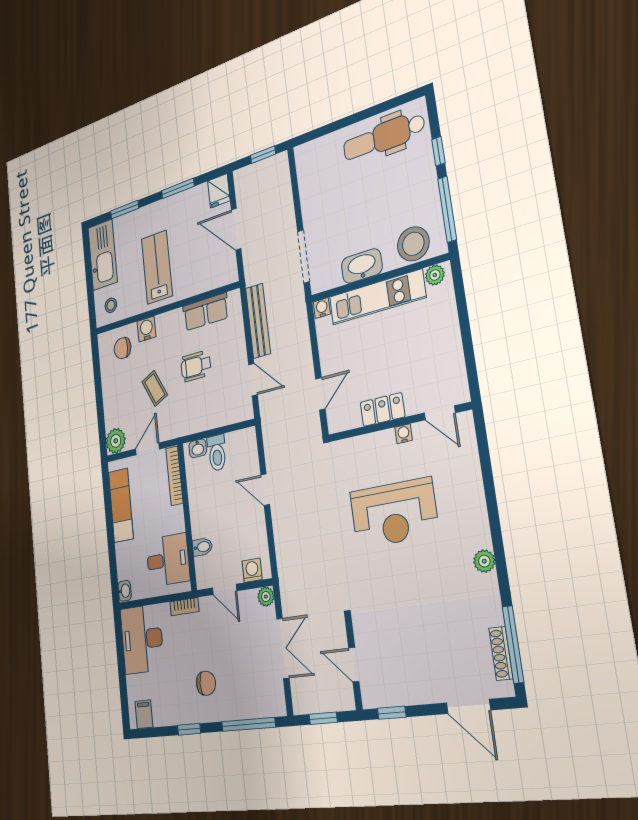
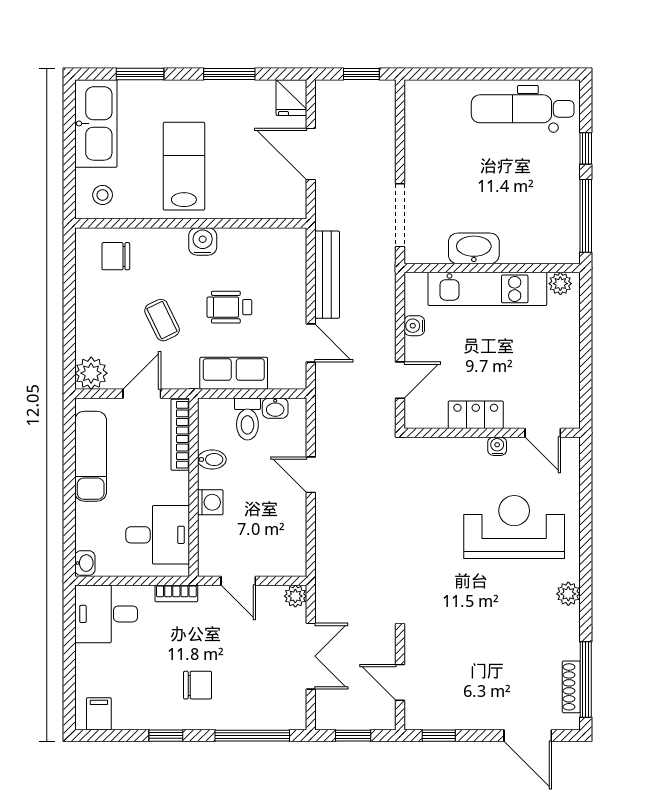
stool: (413, 244) -> (540, 242), removed
water cooler: (322, 308) -> (414, 326), moved, turned -90
row of seats: (206, 312) -> (234, 373), moved, turned 180
water cooler: (146, 329) -> (203, 241), moved
washbasin: (198, 448) -> (275, 408), moved
reception desk: (394, 513) -> (514, 527), moved, turned 180
bidet: (202, 547) -> (212, 460), moved
washing machine: (252, 570) -> (210, 502), moved, turned 90
desk: (142, 639) -> (106, 614), width x0.73

